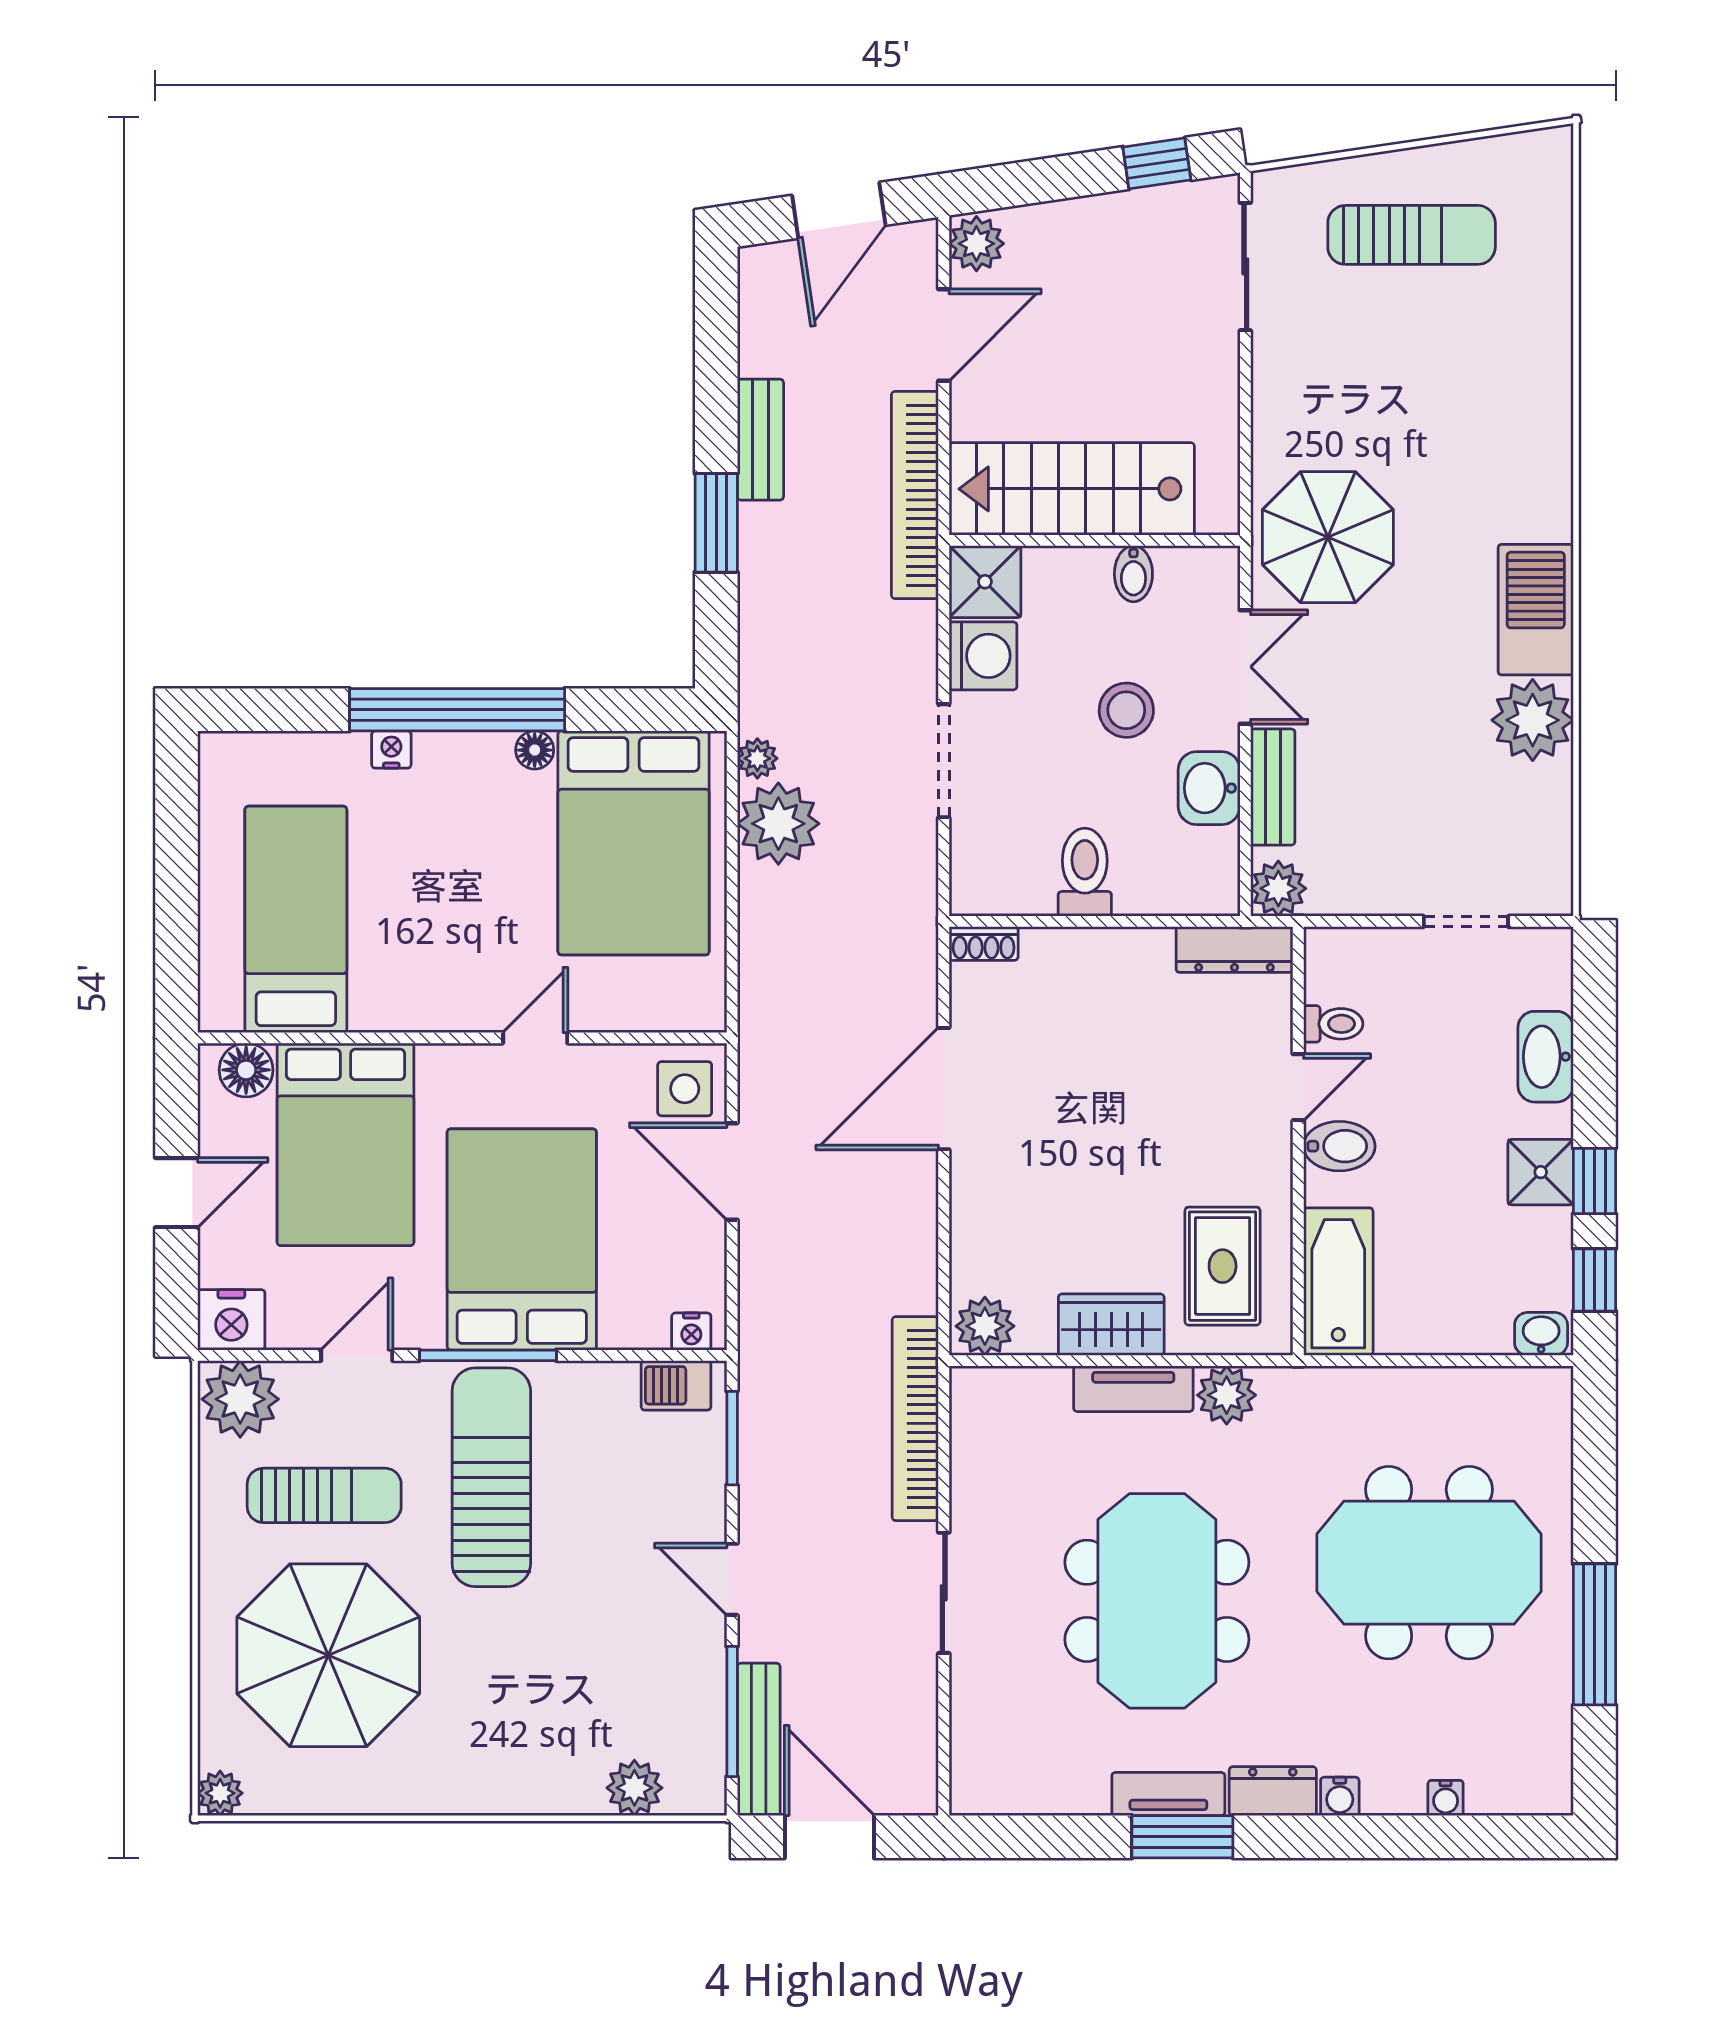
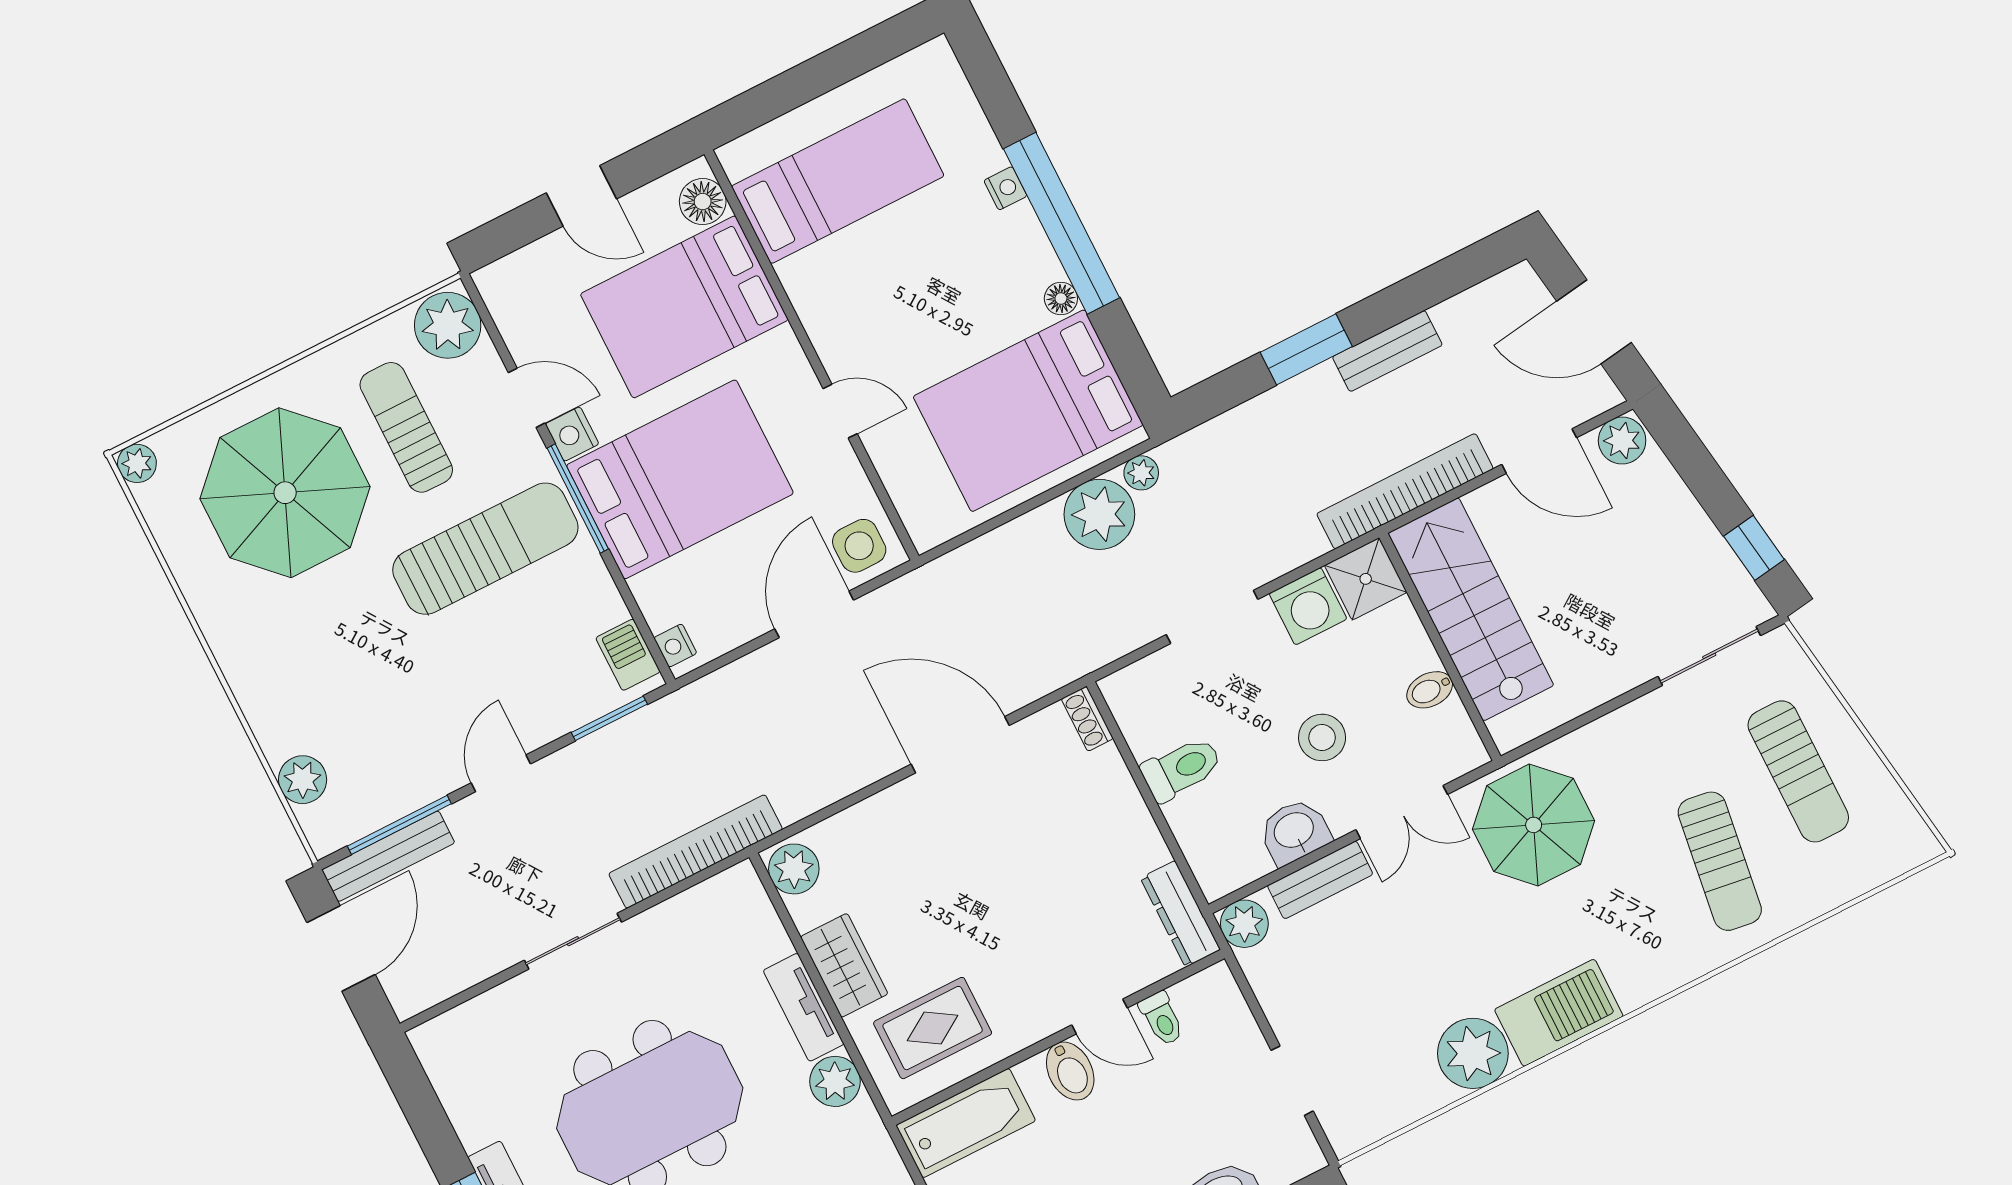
sun lounger: (1463, 363) -> (1720, 861), added
nightstand: (231, 1320) -> (572, 434), moved, width x0.74, depth x0.75
sun lounger: (324, 1495) -> (406, 427), turned 180

